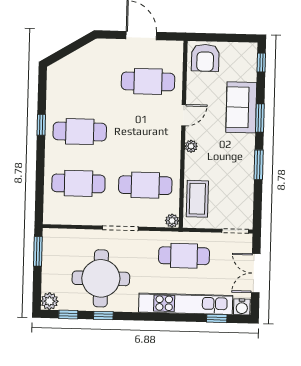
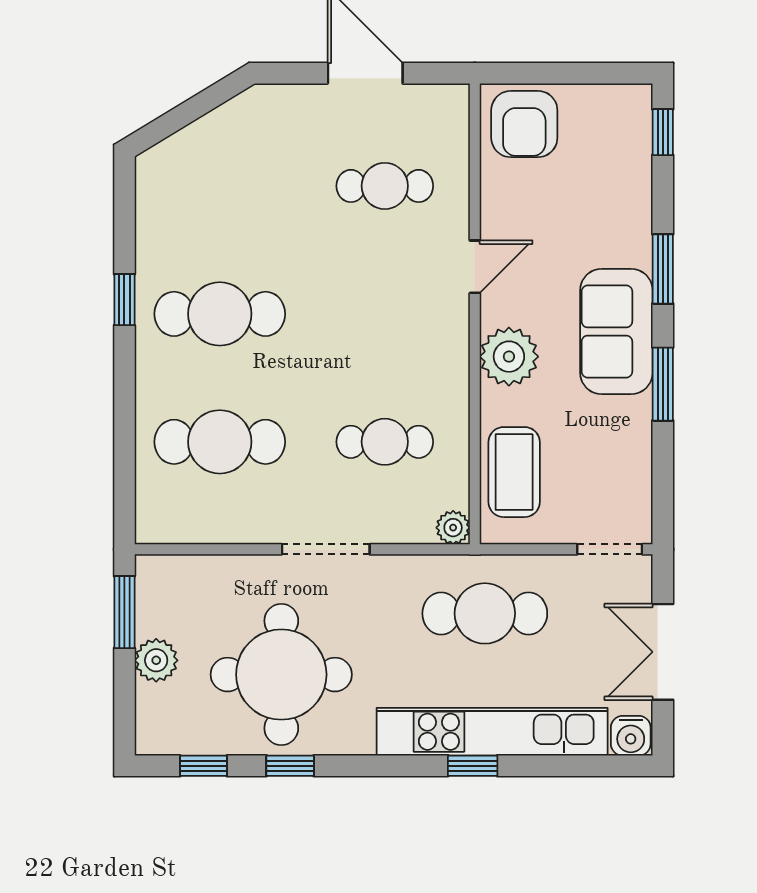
cafe table: (148, 81) -> (385, 186), width x0.73, depth x0.74
sofa: (241, 107) -> (616, 331), moved
plant: (191, 146) -> (509, 357), width x1.88, depth x1.88
cafe table: (145, 185) -> (385, 442), width x0.73, depth x0.74
plant: (50, 301) -> (156, 660), moved
window: (217, 318) -> (473, 766), moved

